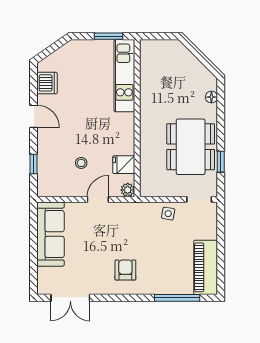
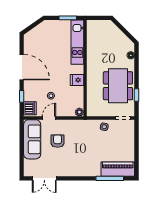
dishwasher: (47, 83) -> (30, 108), moved
door: (34, 116) -> (22, 67), width x1.87
fridge: (124, 165) -> (77, 80), moved
door: (98, 199) -> (49, 118), moved
piano: (206, 267) -> (118, 169), moved, turned 90
armchair: (125, 270) -> (58, 141), moved

